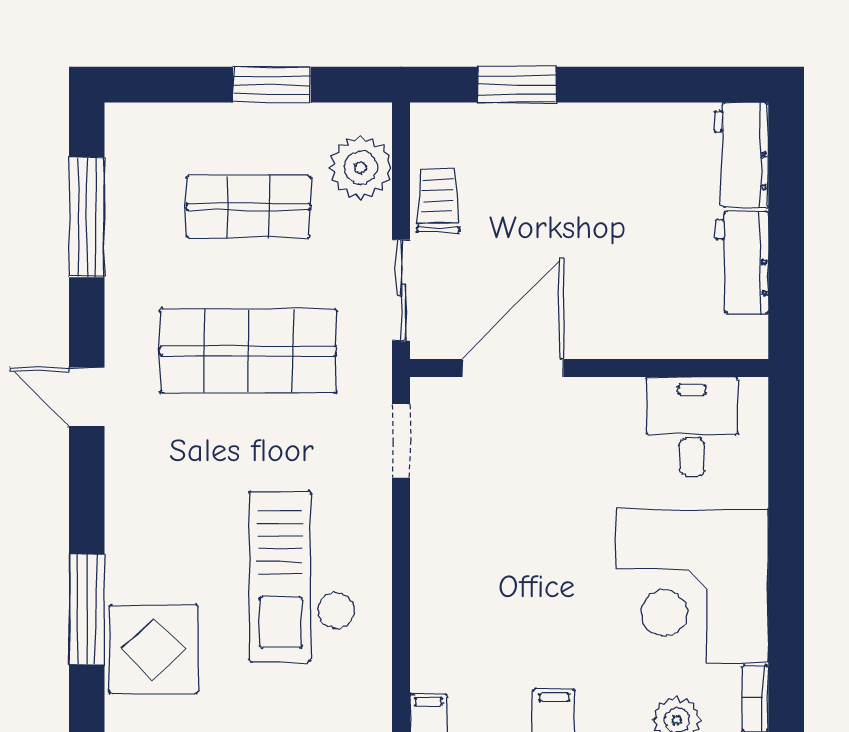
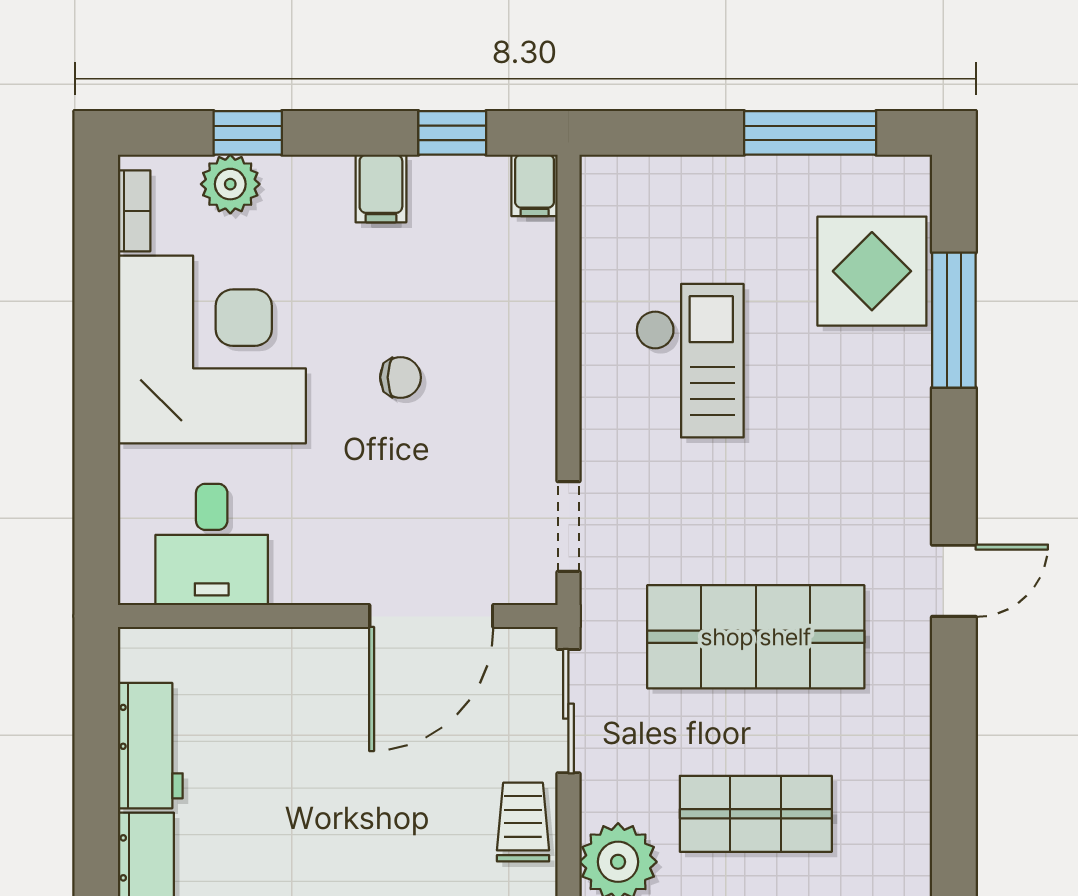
trolley: (438, 200) -> (523, 822), turned 180
window: (87, 217) -> (954, 801), removed
door: (87, 397) -> (954, 581), hinge flipped
chair: (538, 563) -> (401, 377), added
checkout: (302, 576) -> (690, 361), width x0.73, depth x0.83

